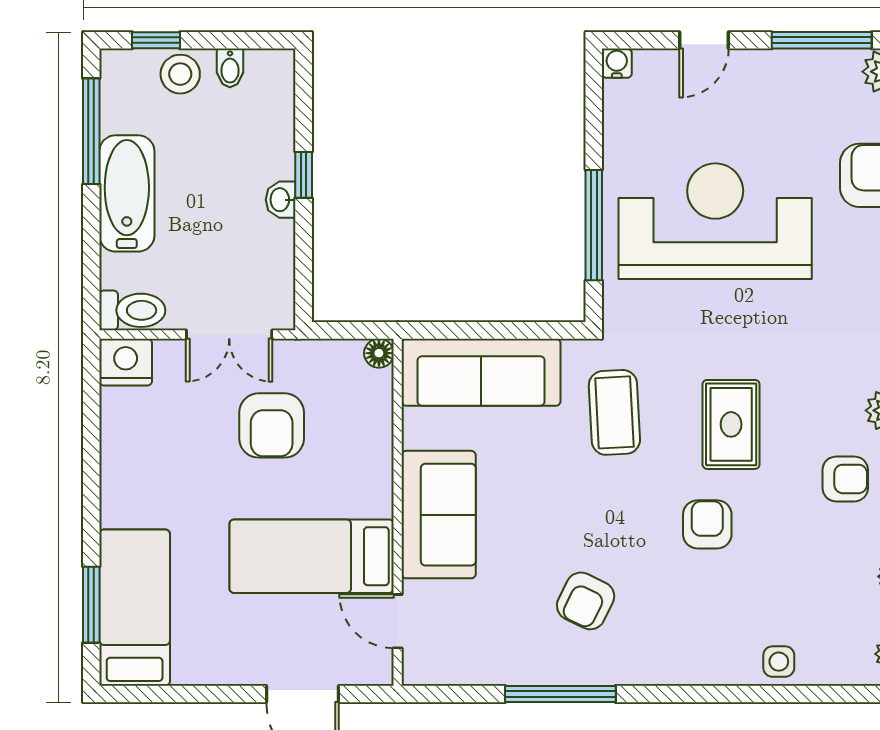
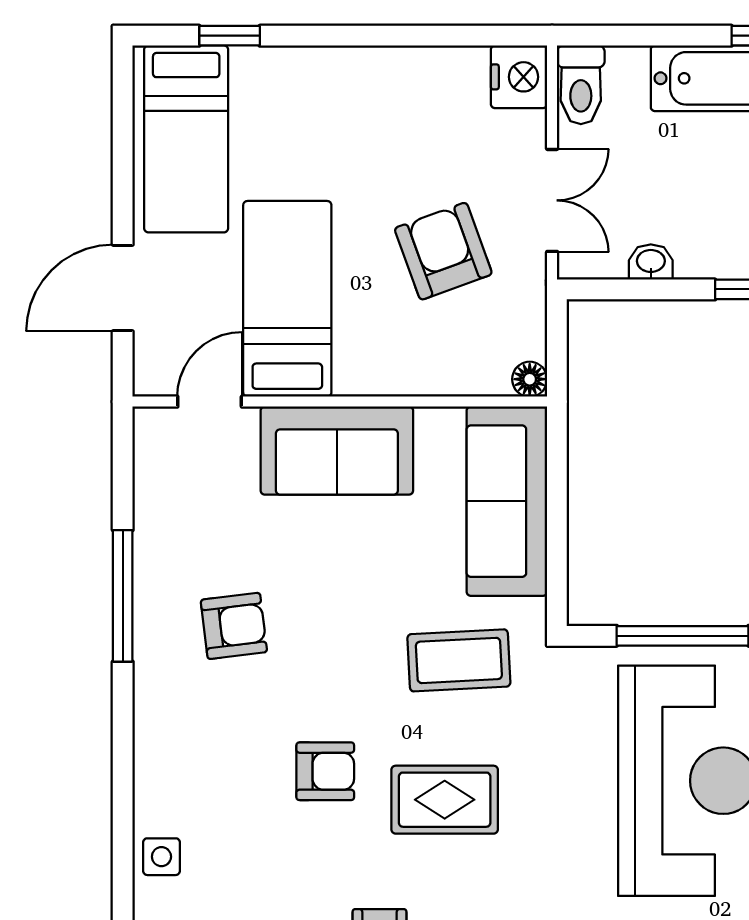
washbasin: (281, 200) -> (651, 262), moved
double door: (229, 334) -> (552, 200), swing flipped
armchair: (272, 425) -> (443, 251), turned 70
armchair: (586, 601) -> (234, 626), turned 147
window: (91, 605) -> (230, 36), width x0.67
bed: (135, 608) -> (186, 139), moved, turned 90

